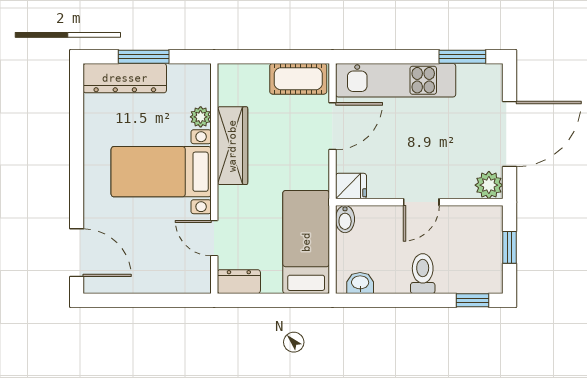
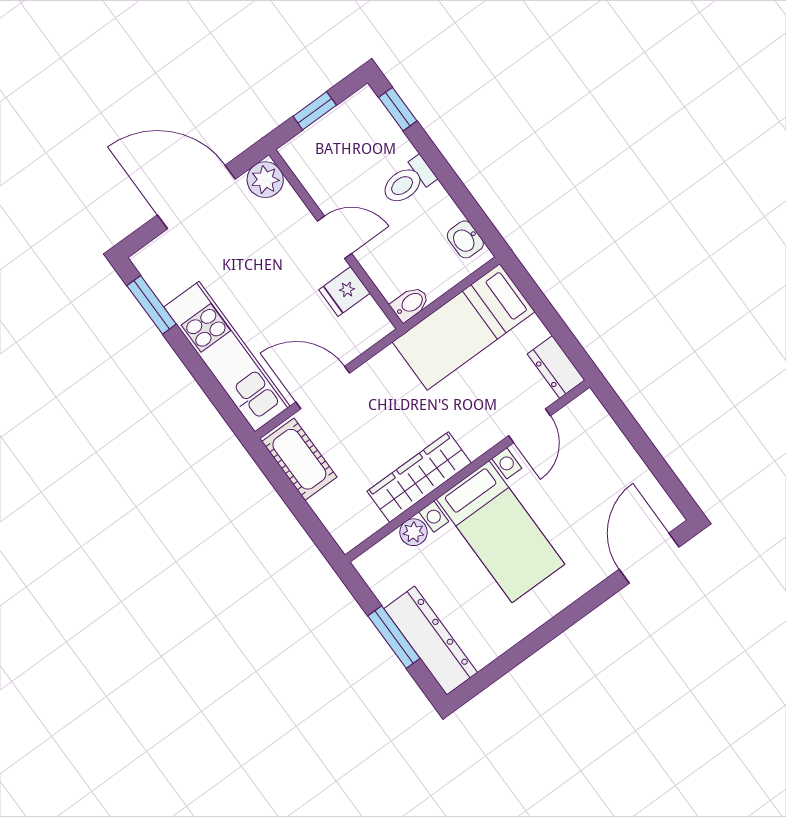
fridge: (351, 186) -> (344, 291), moved, turned -90

